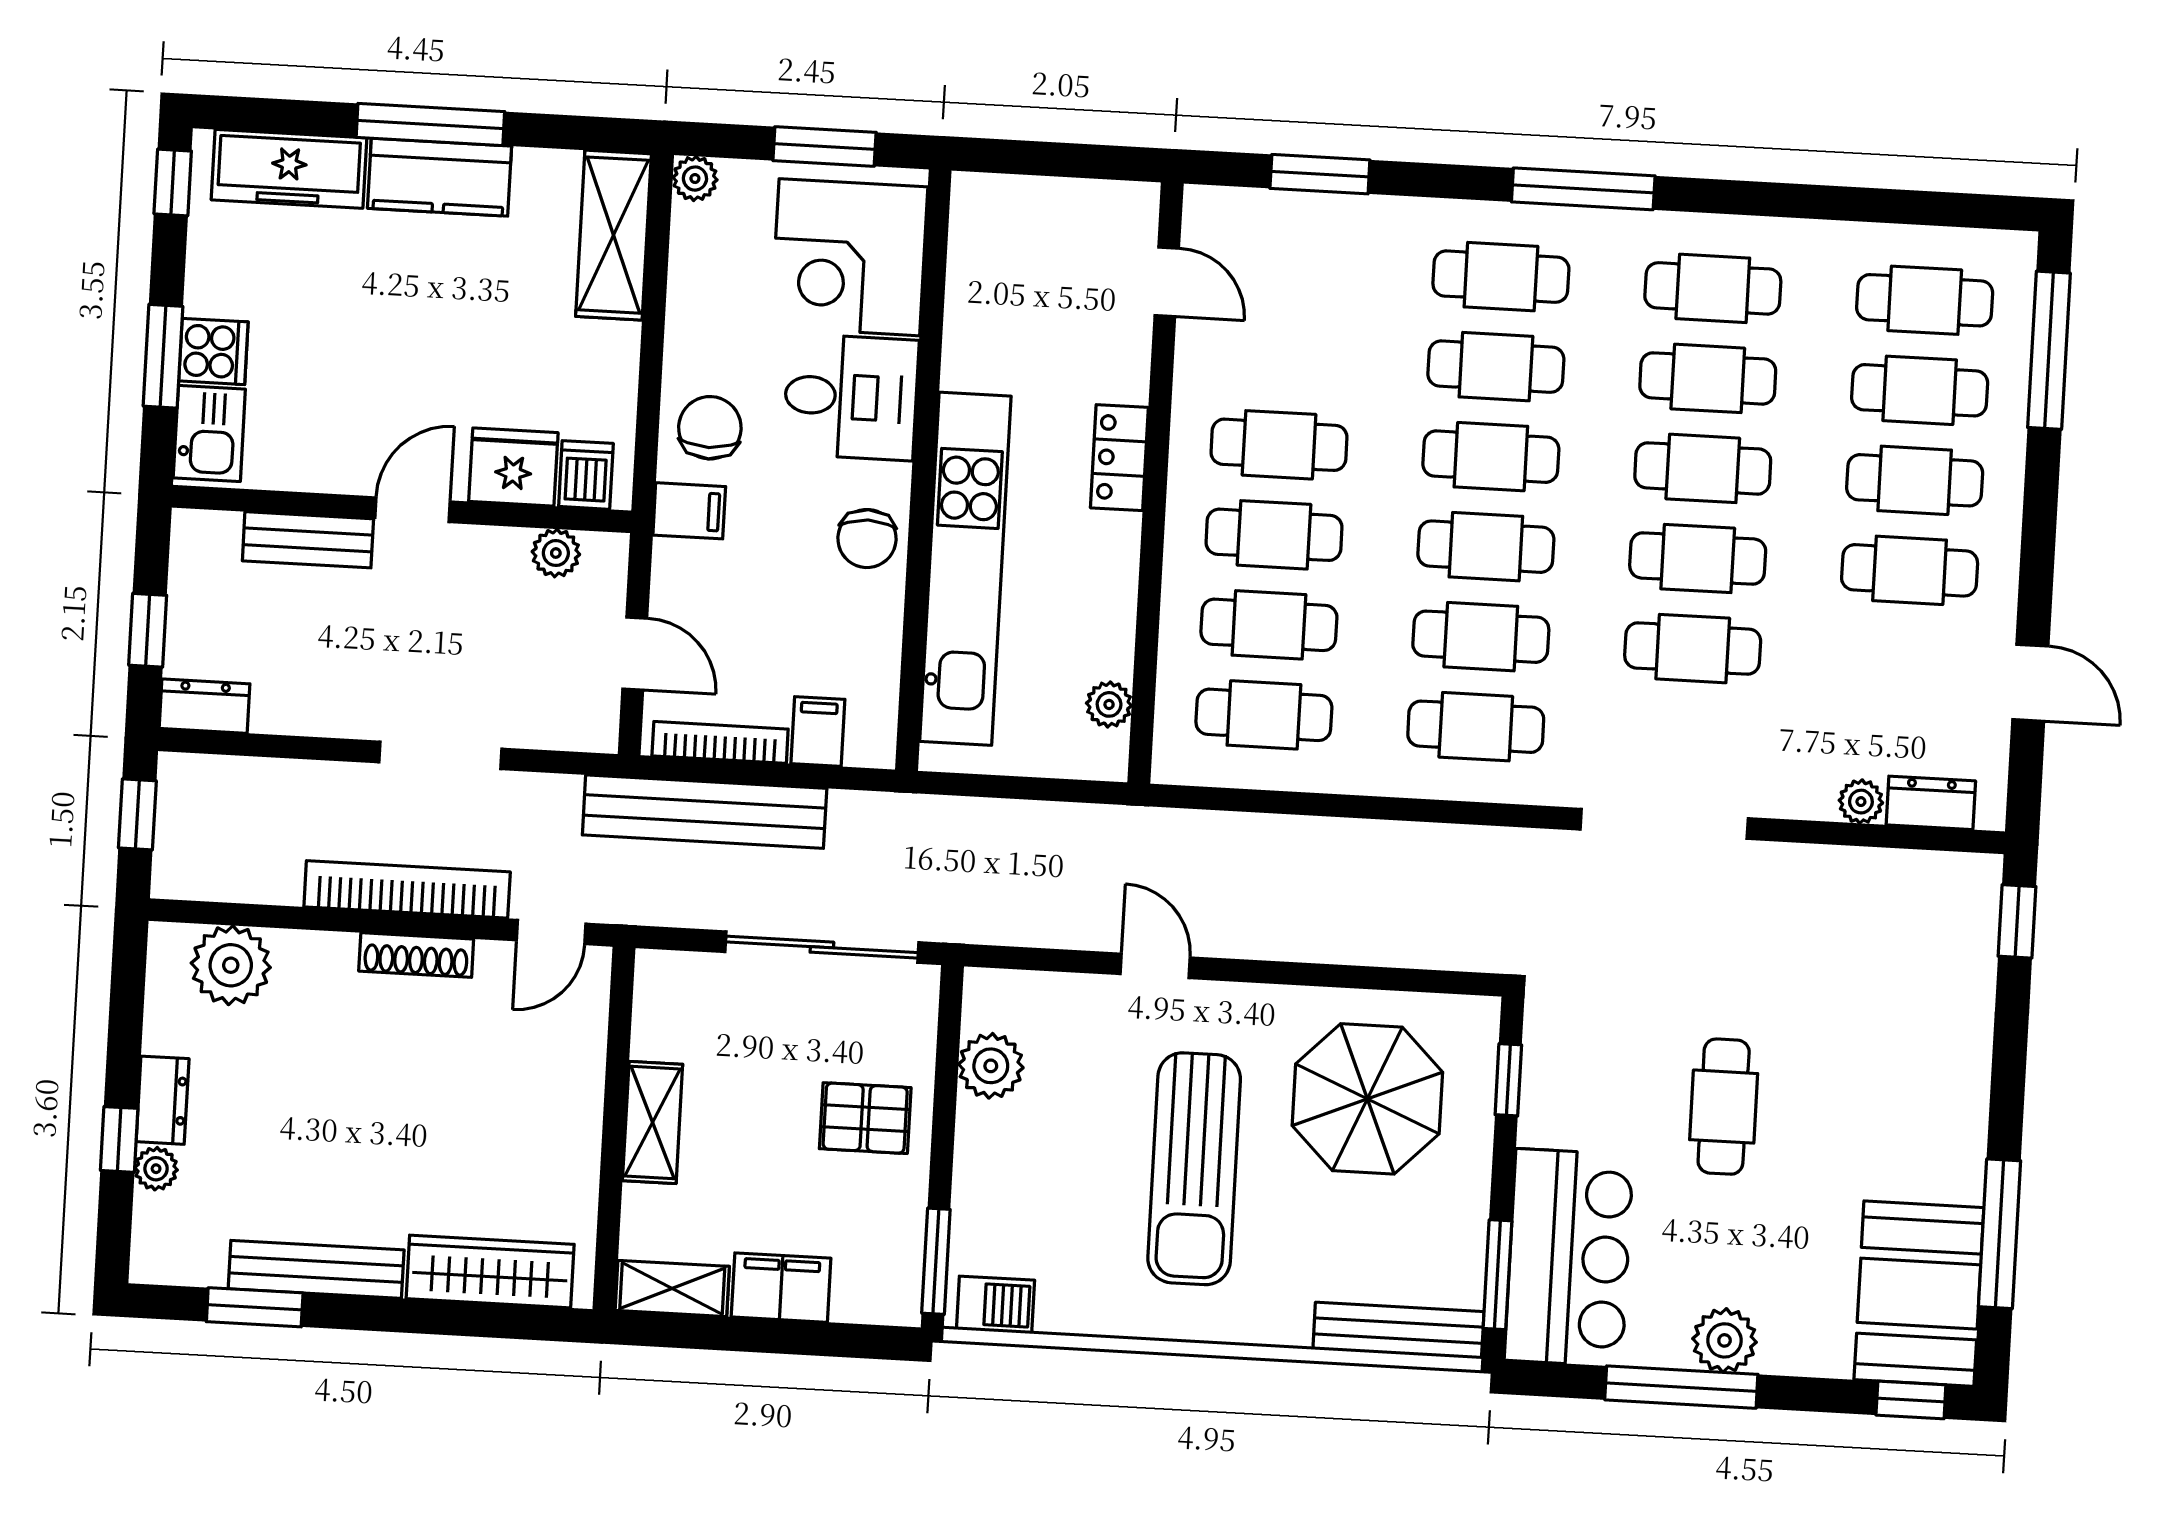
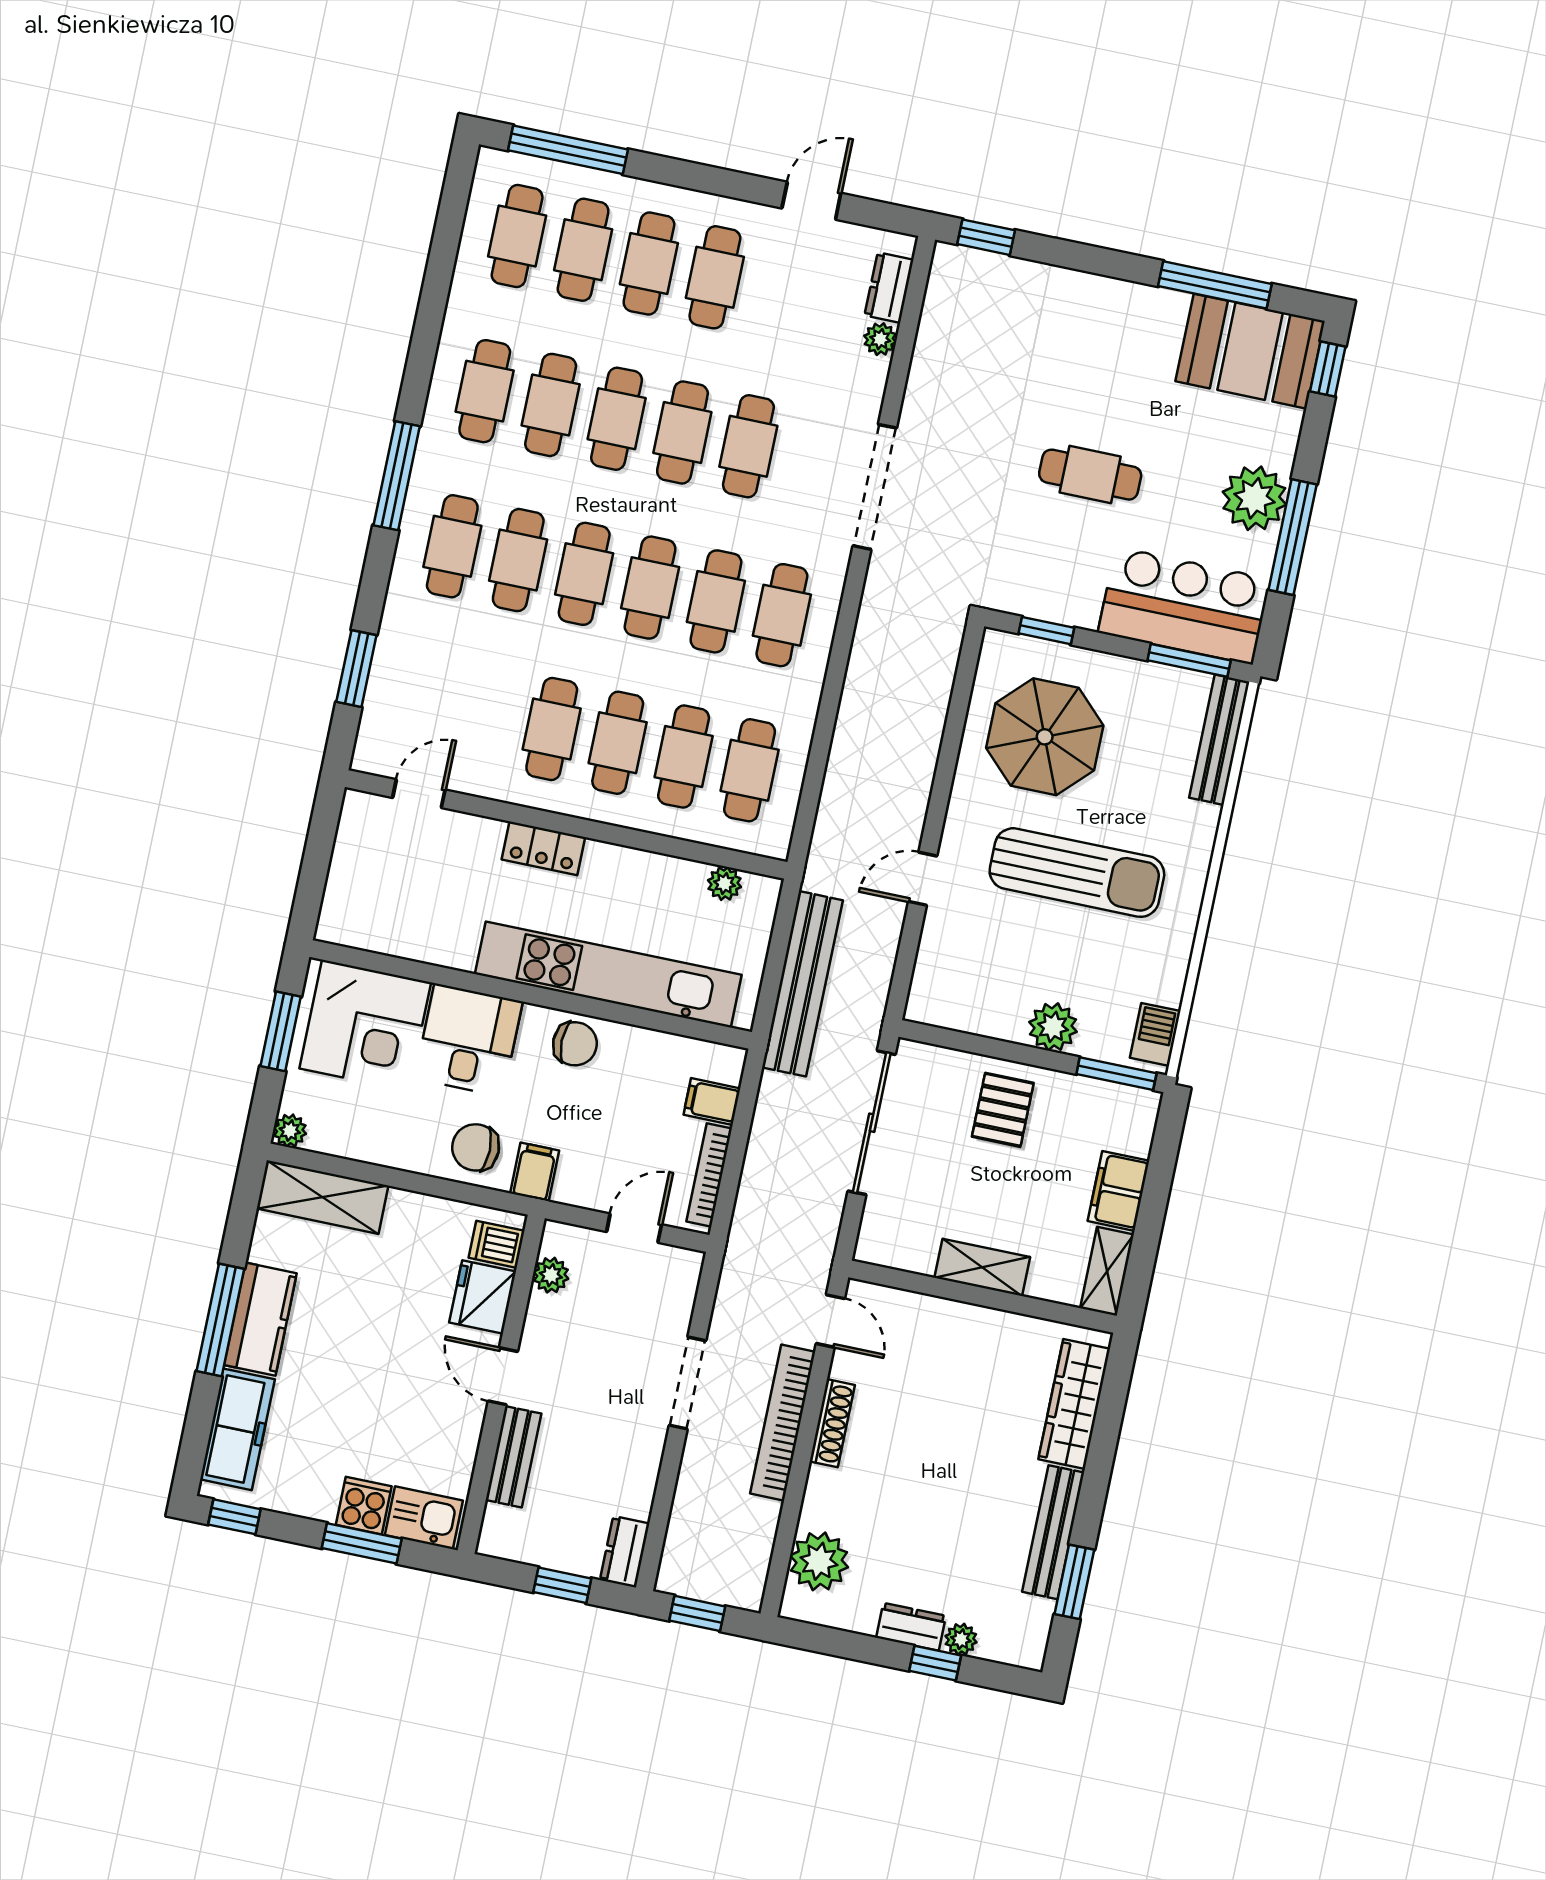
bench: (705, 812) -> (802, 984), moved
plant: (991, 1066) -> (1053, 1027), moved
plant: (1725, 1340) -> (1254, 498), width x1.36, depth x1.36

